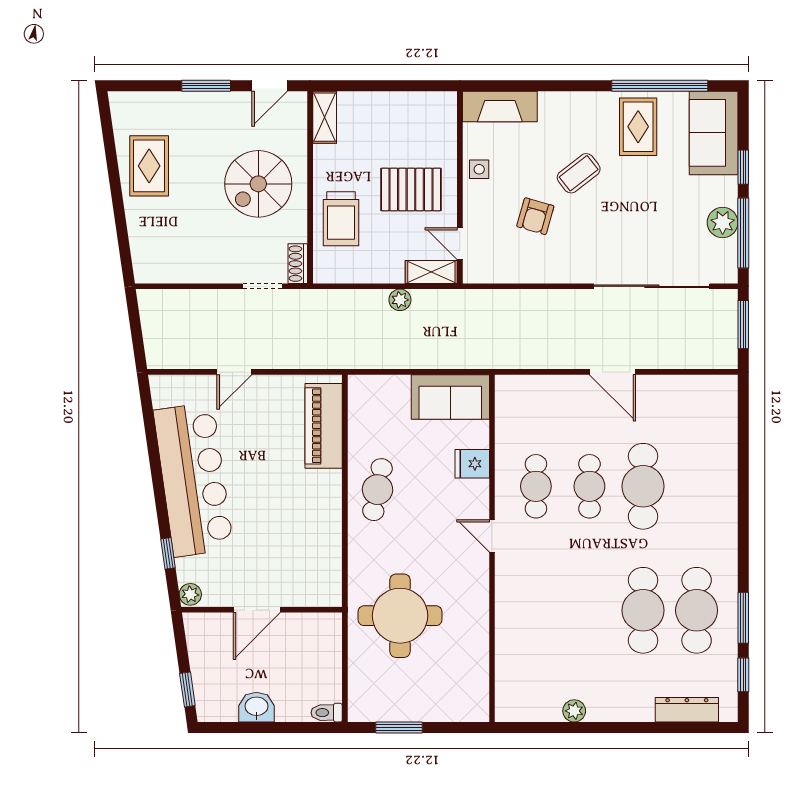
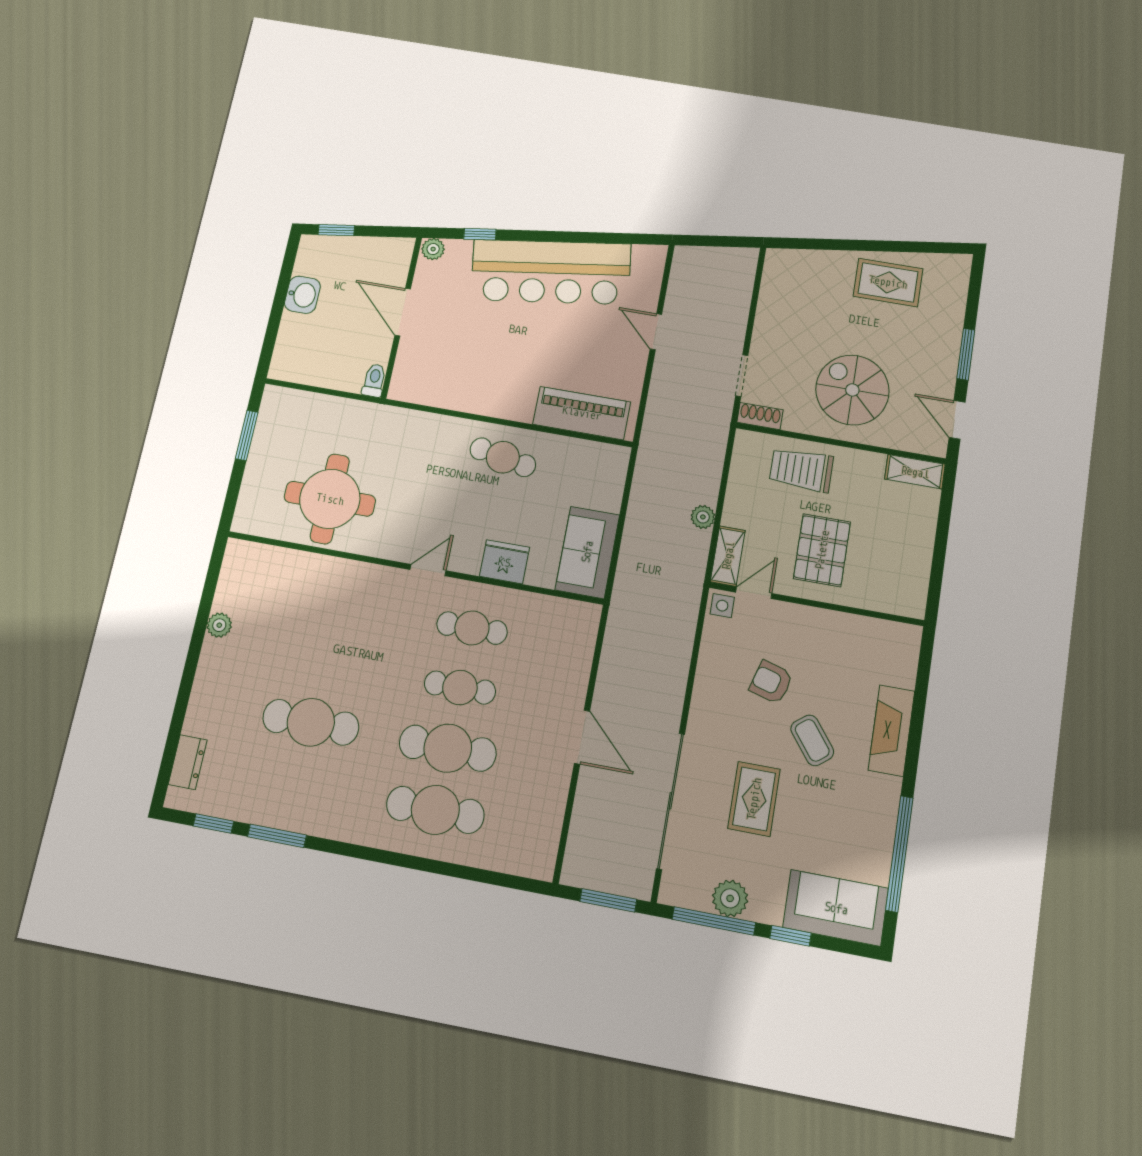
fireplace: (500, 106) -> (892, 731), moved
rug: (638, 127) -> (754, 799), moved, turned 90
side table: (479, 169) -> (722, 606), moved
door: (612, 372) -> (582, 737), swing flipped
fridge: (472, 464) -> (504, 562), width x1.38
cafe table: (697, 610) -> (435, 810), moved
round table: (400, 616) -> (330, 499), moved
dresser: (687, 710) -> (188, 762), width x0.70
toilet: (327, 713) -> (374, 380), moved

